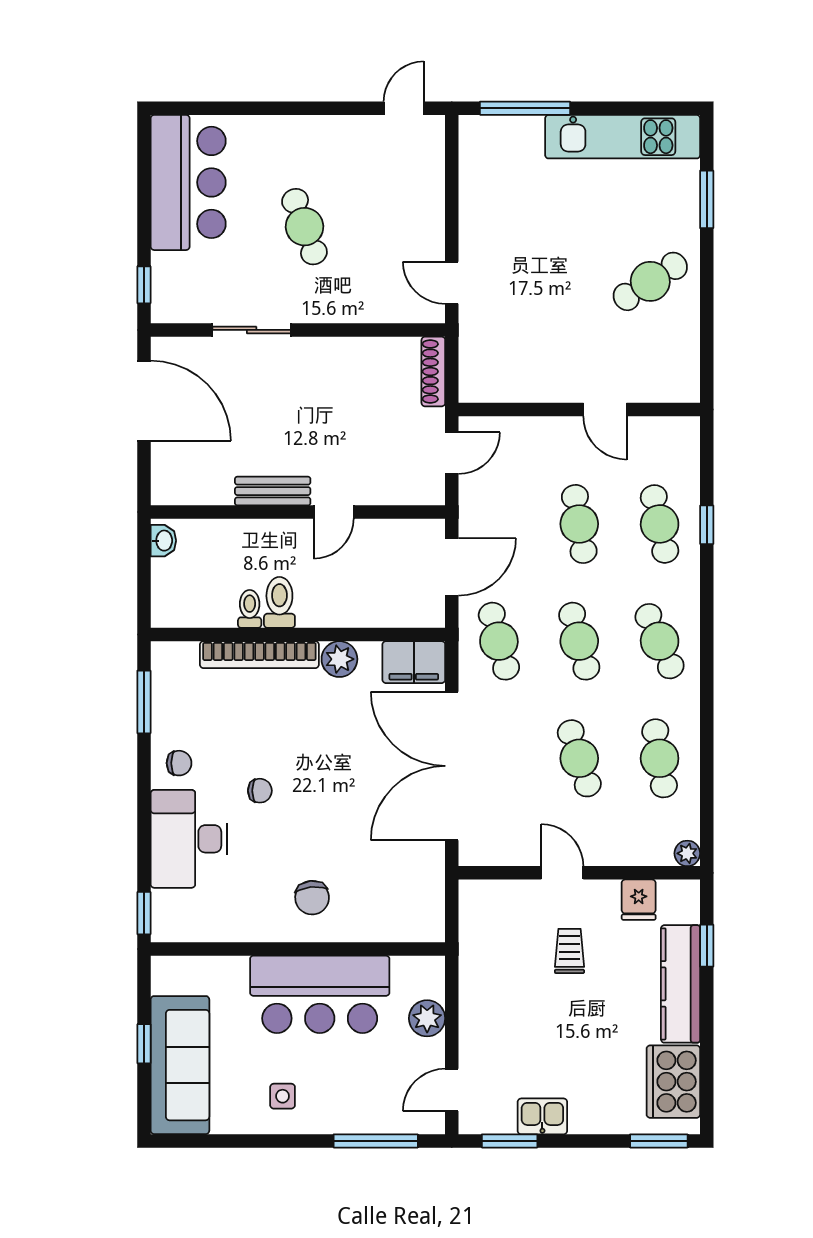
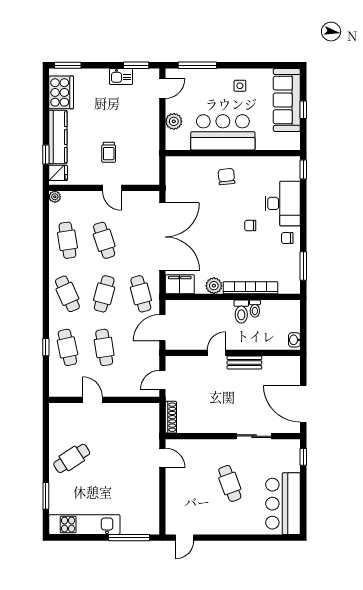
cafe table: (579, 641) -> (104, 294), turned 30
fridge: (639, 900) -> (58, 173), moved, turned 90

